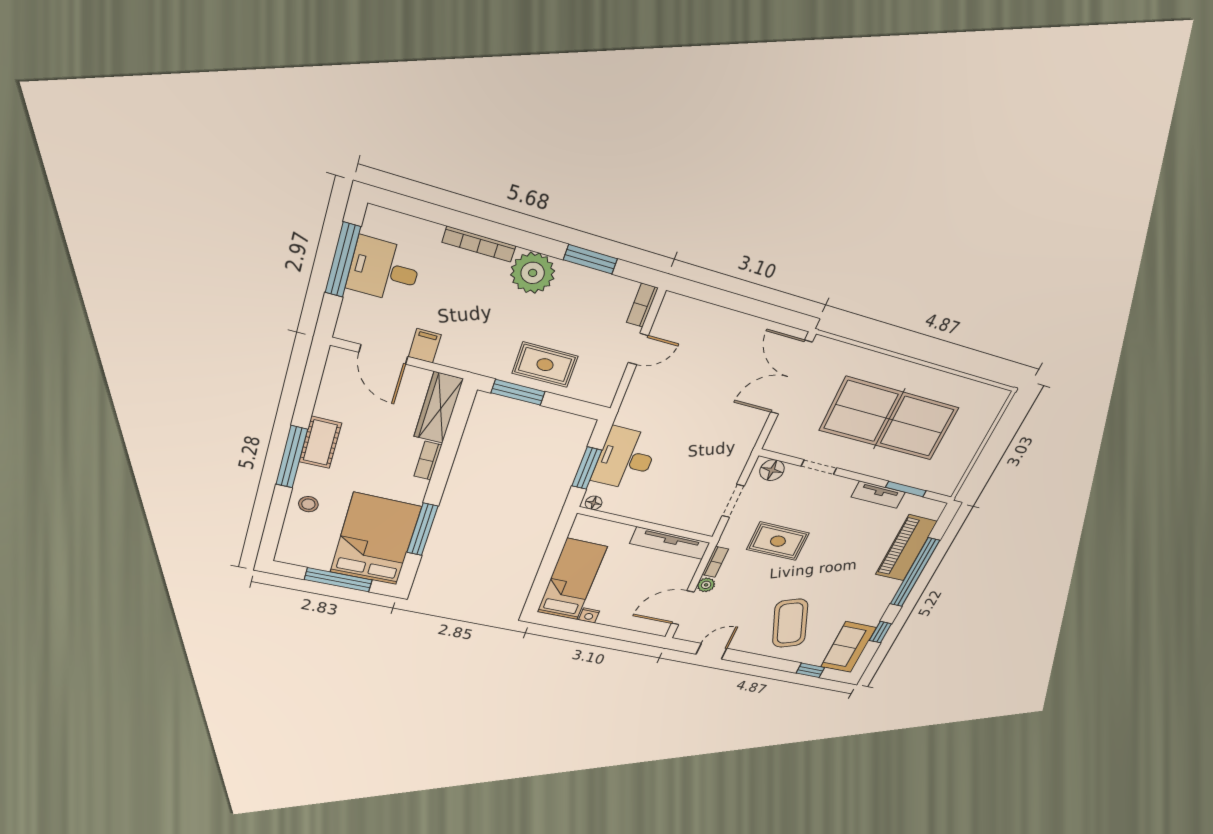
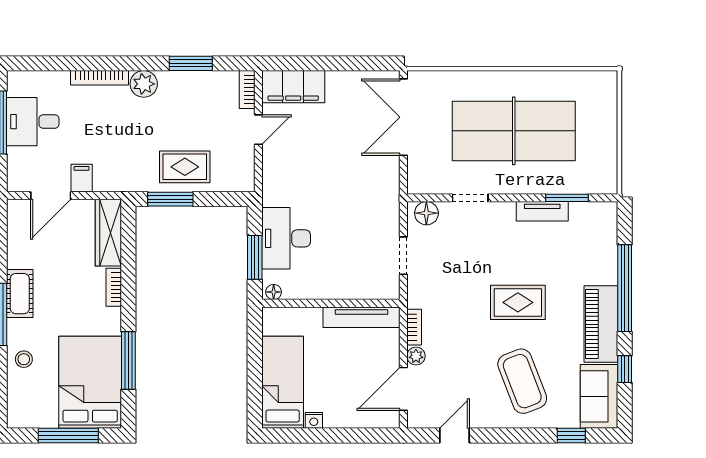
plant: (533, 273) -> (144, 84), width x0.73, depth x0.73
filing cabinet: (693, 316) -> (293, 87), added
door: (383, 354) -> (51, 196), hinge flipped
rug: (778, 541) -> (518, 302), moved
piano: (906, 548) -> (601, 324), moved

